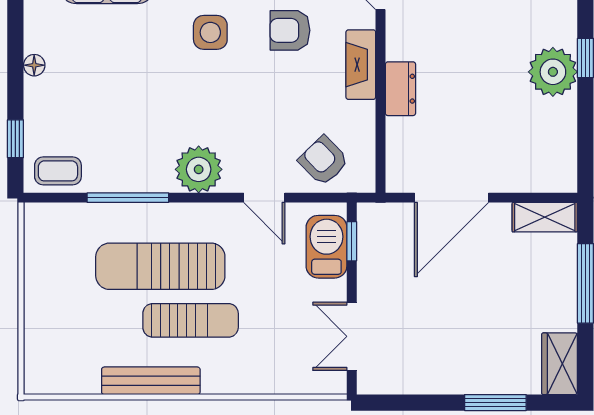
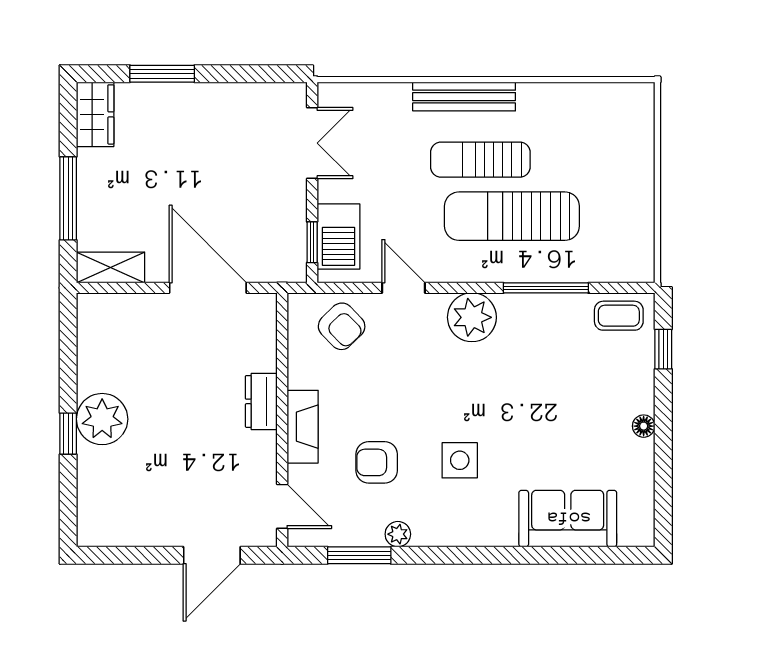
armchair: (290, 30) -> (377, 462), turned 180
door: (452, 198) -> (208, 288), hinge flipped
sun lounger: (160, 266) -> (512, 216), turned 180
bench: (151, 381) -> (464, 97), moved

